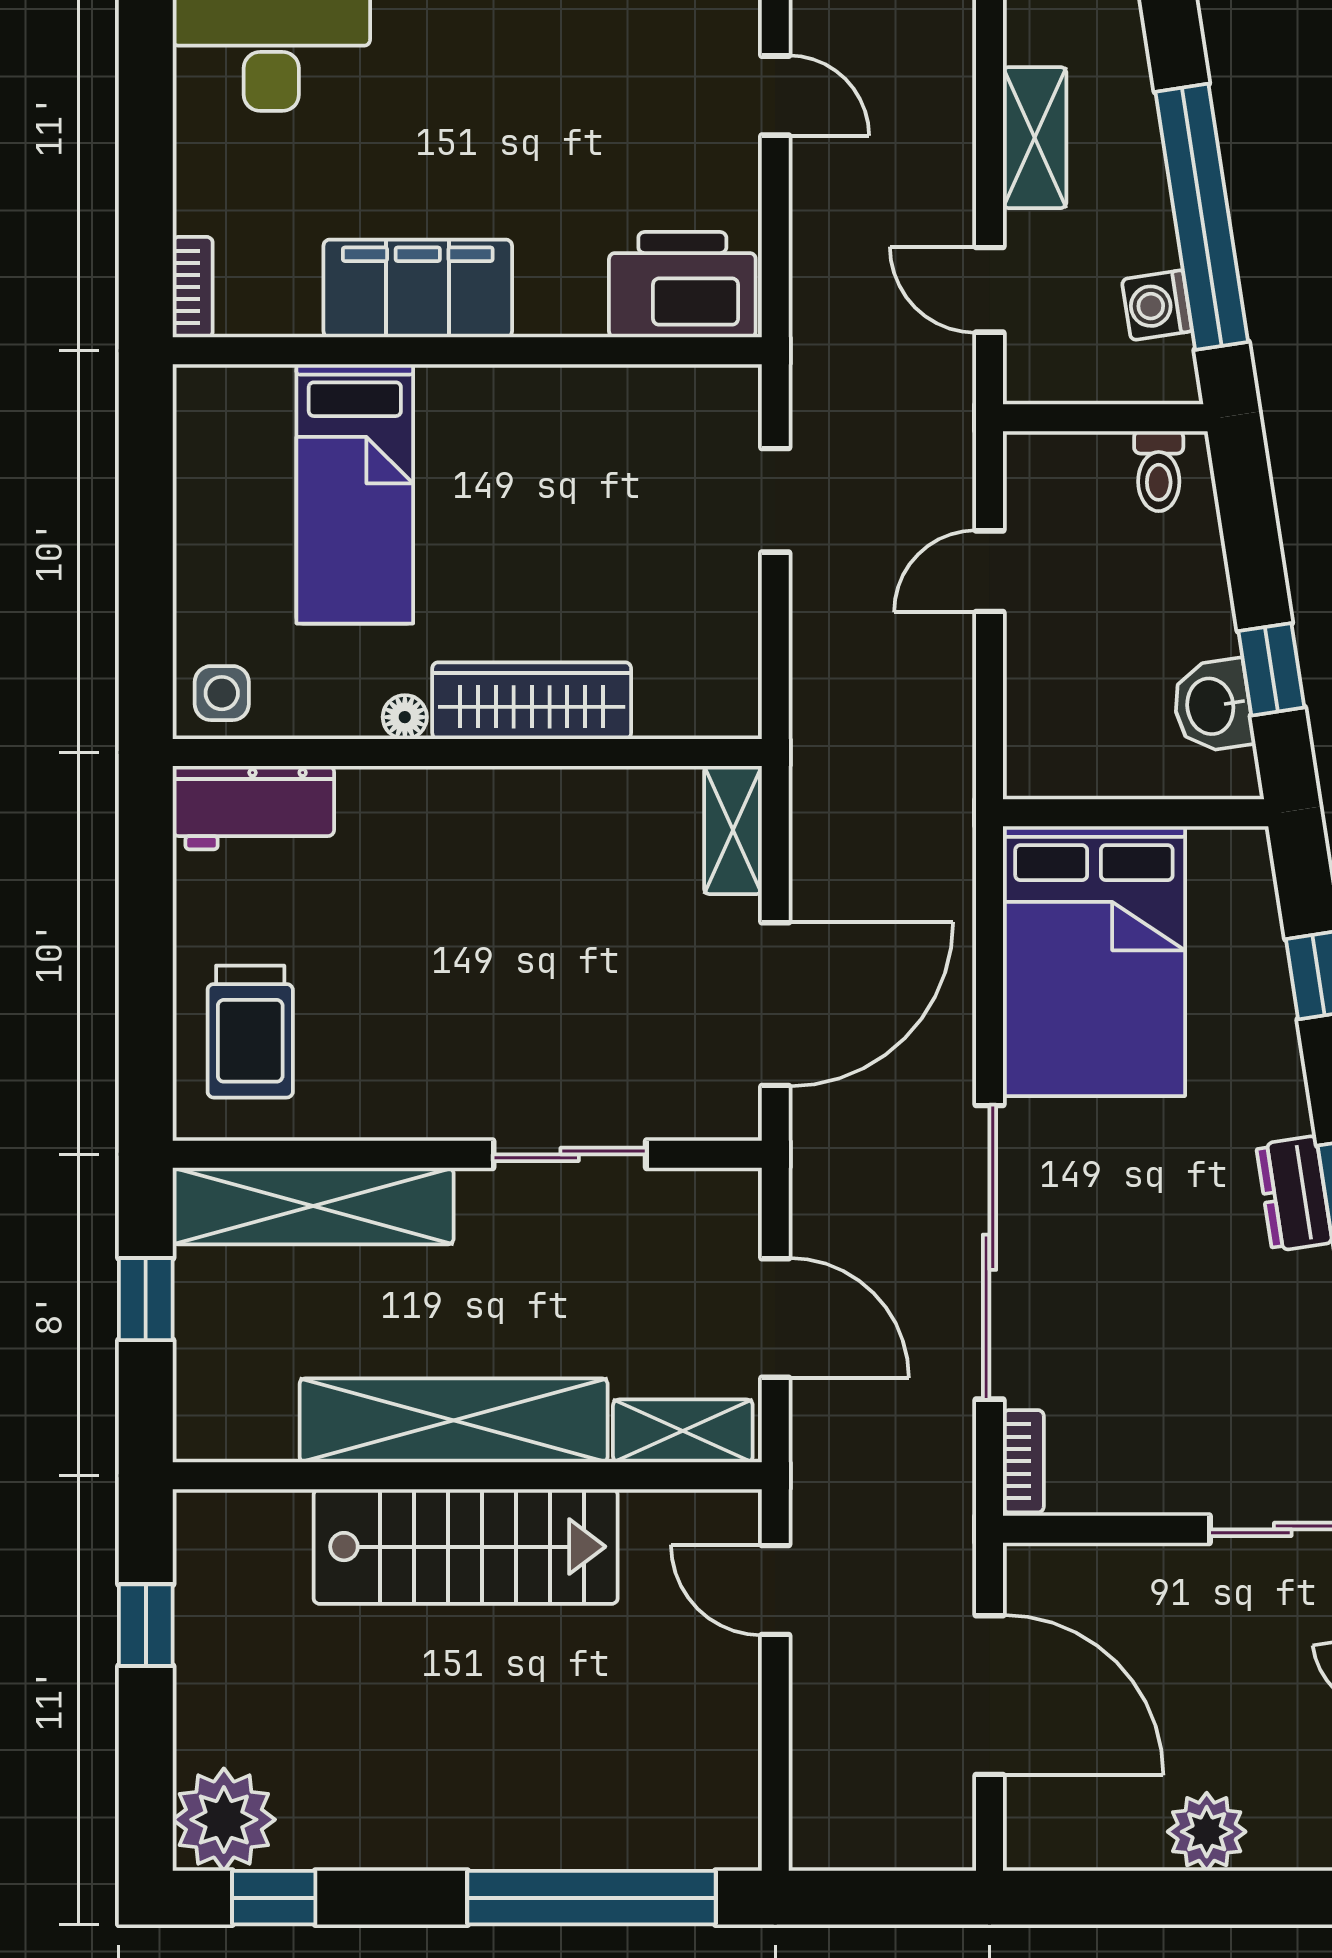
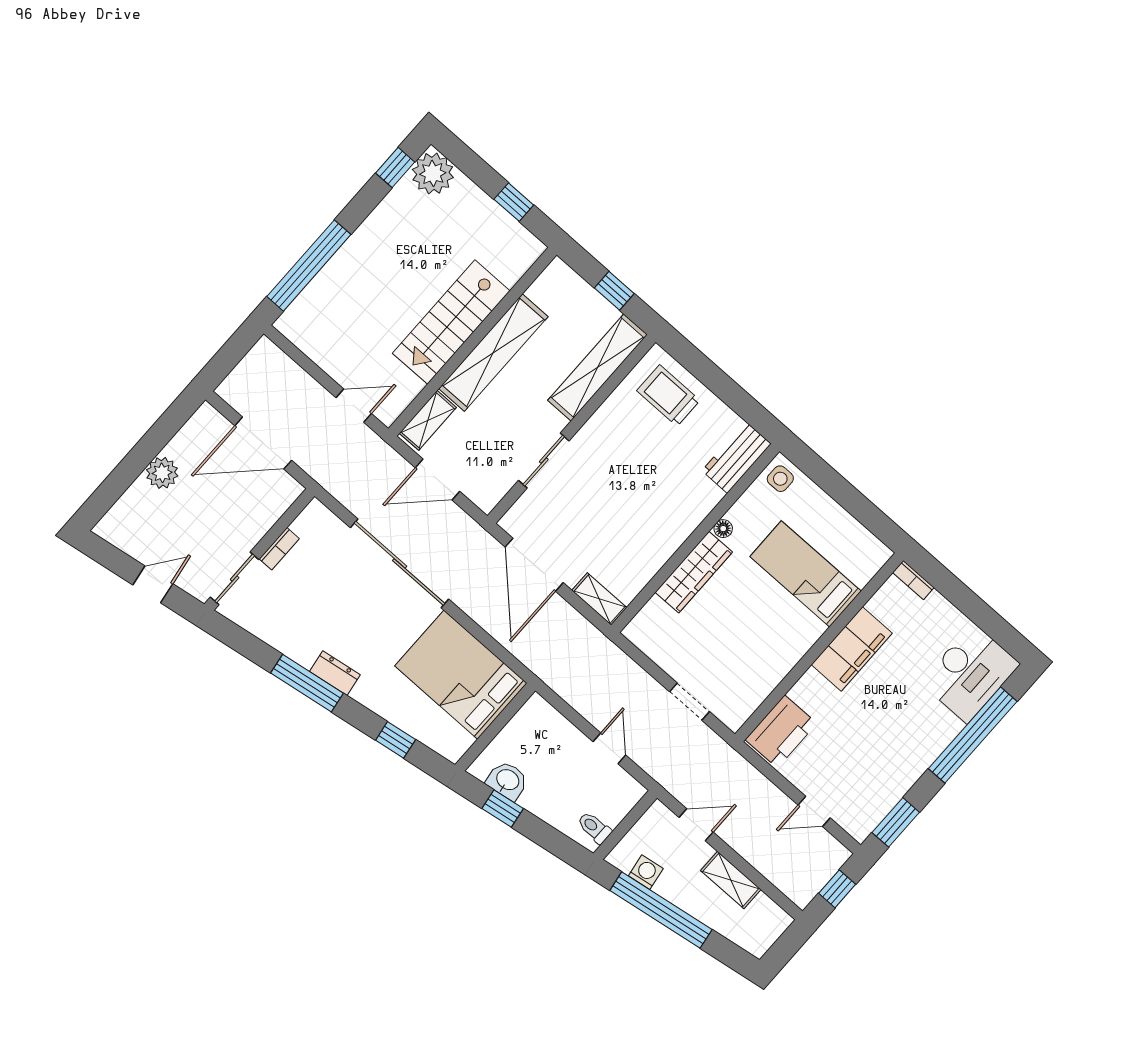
bookcase: (1023, 1461) -> (279, 549), moved, turned -90

